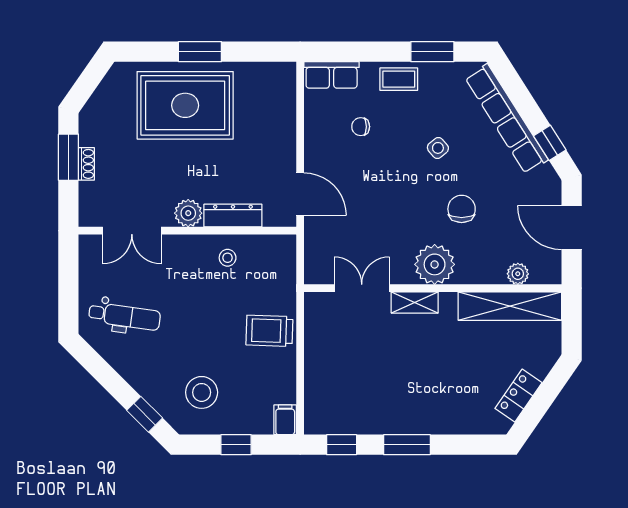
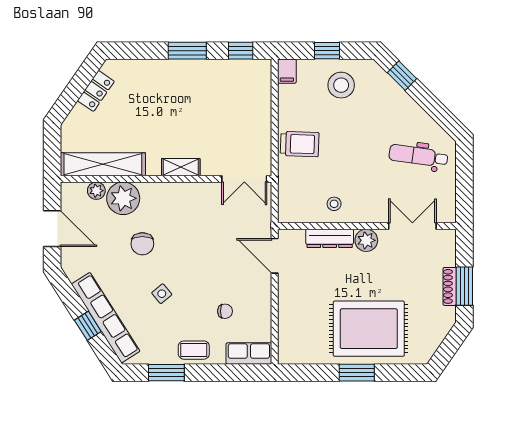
window: (550, 143) -> (88, 326), moved
shoe rack: (86, 164) -> (450, 286), width x1.43
plant: (435, 264) -> (123, 198), moved
double door: (362, 288) -> (244, 179), moved
stool: (202, 392) -> (341, 85), moved

